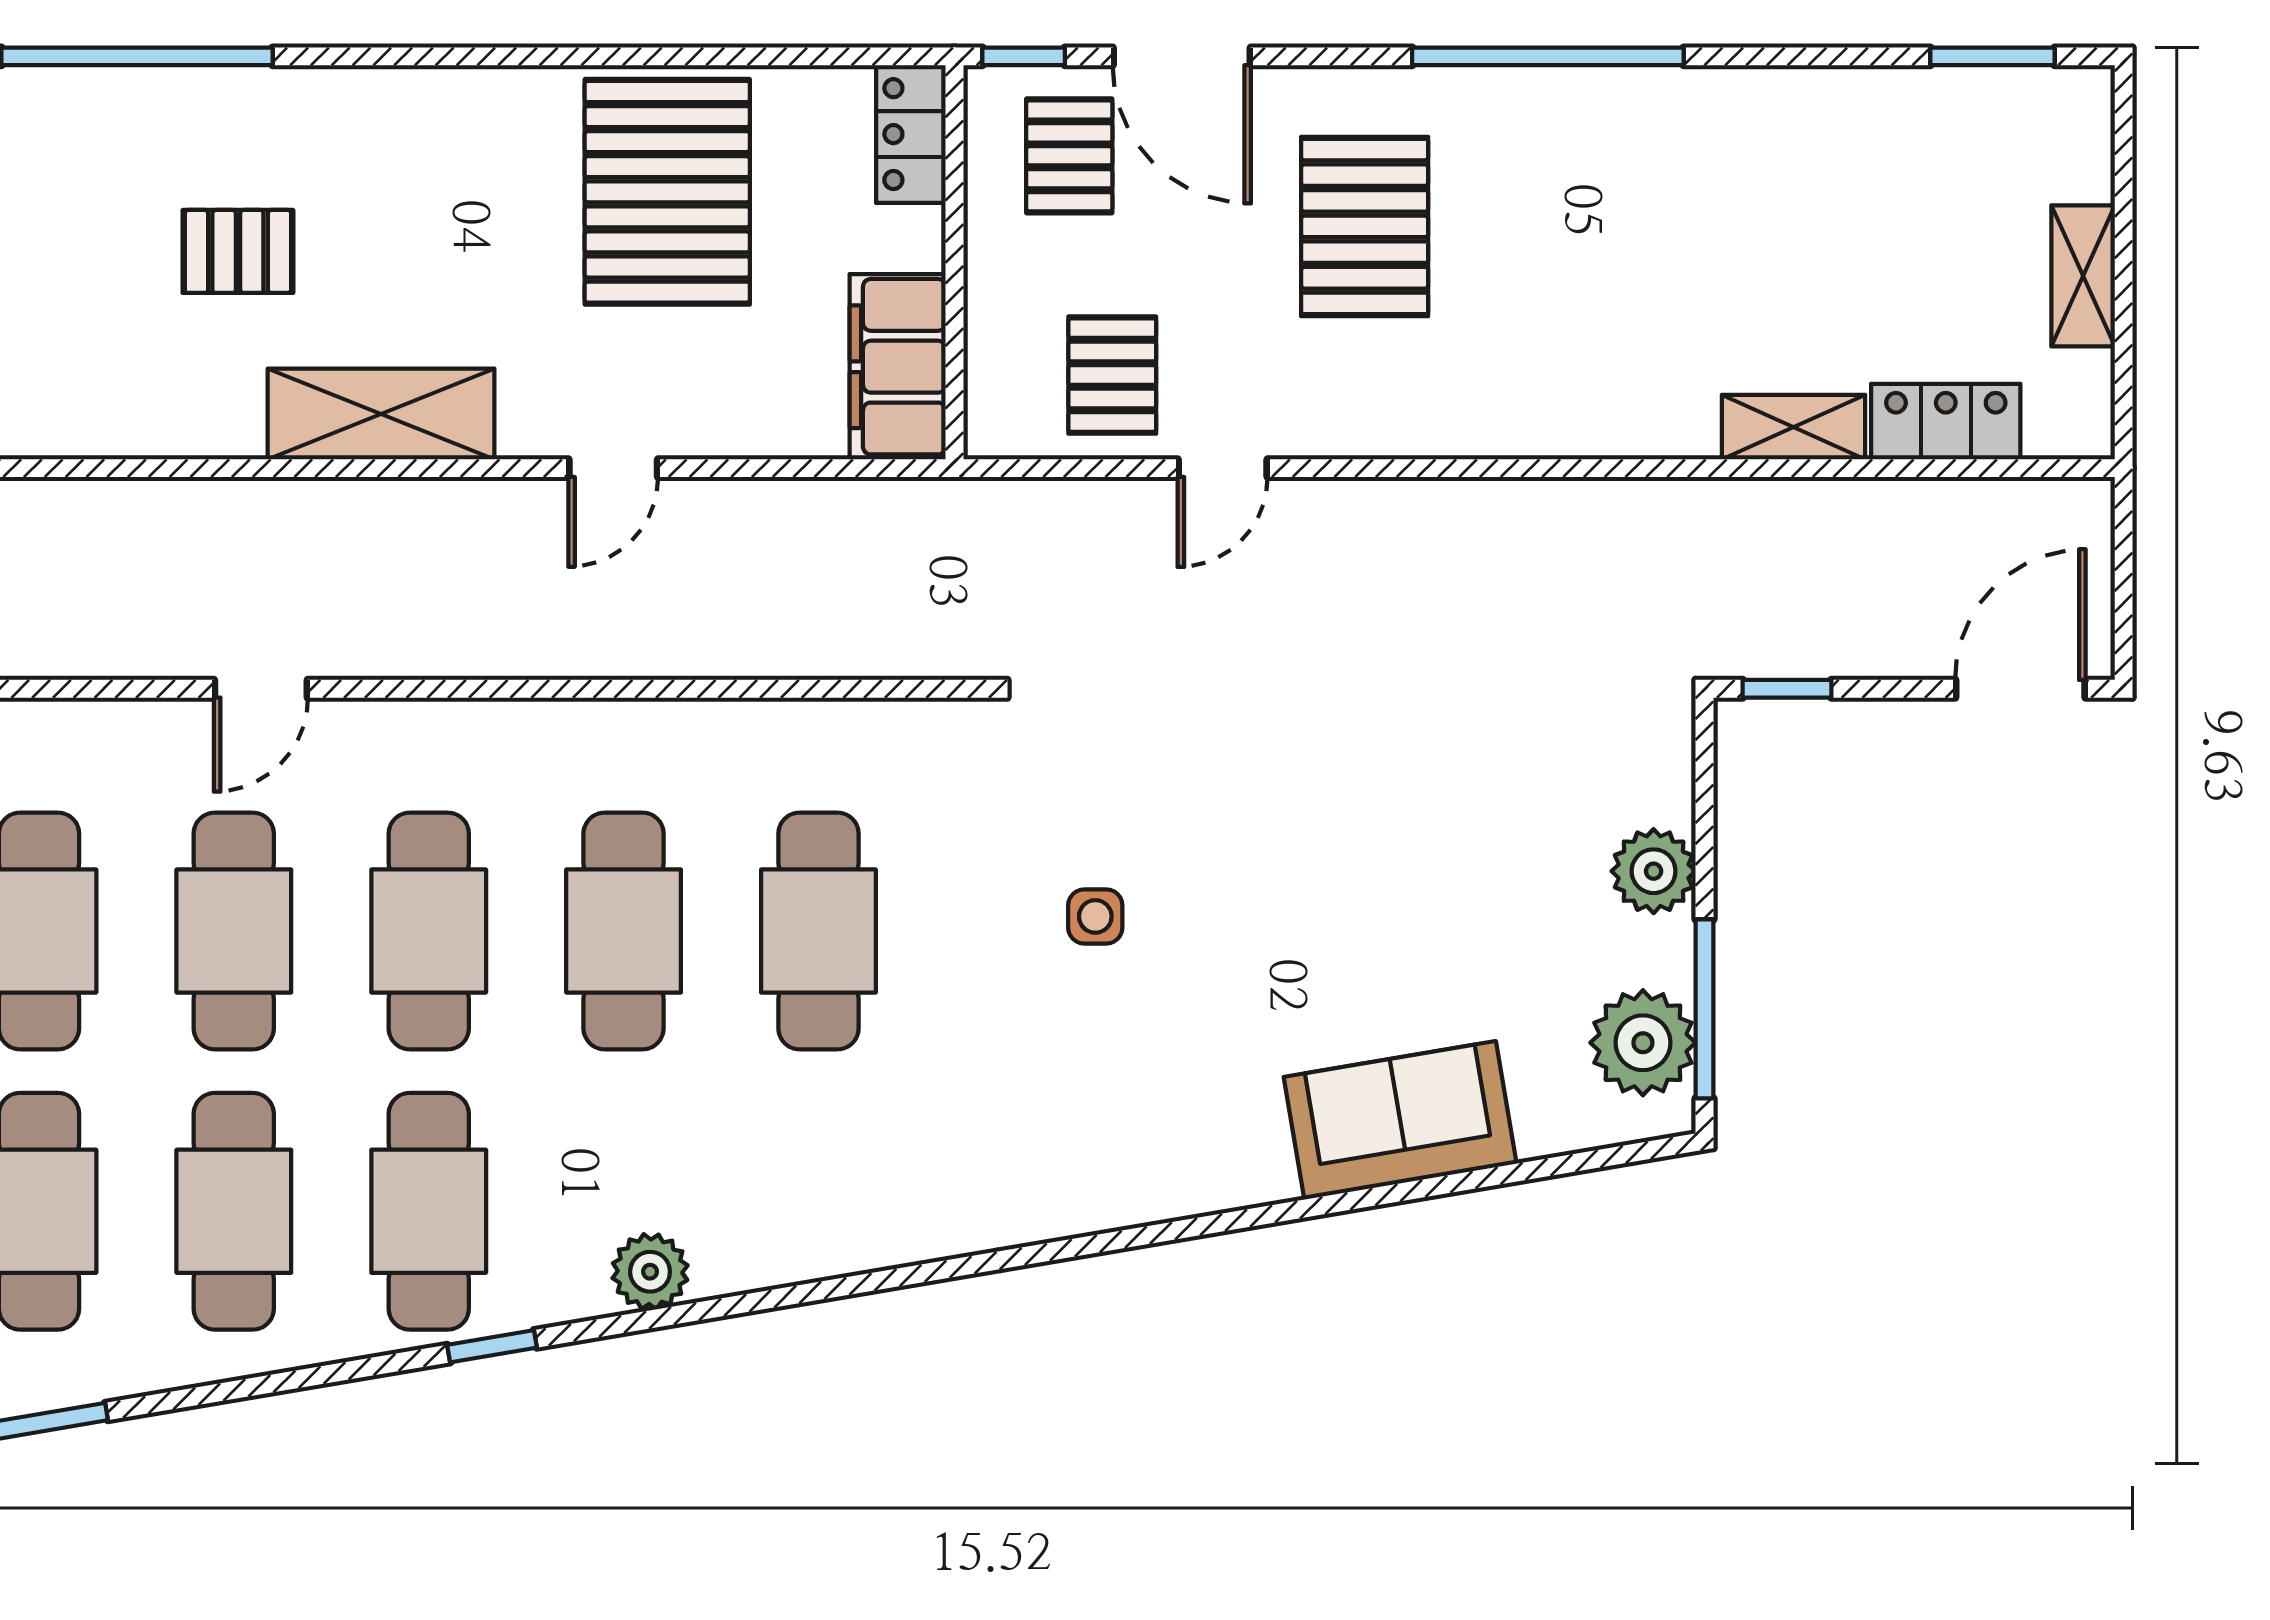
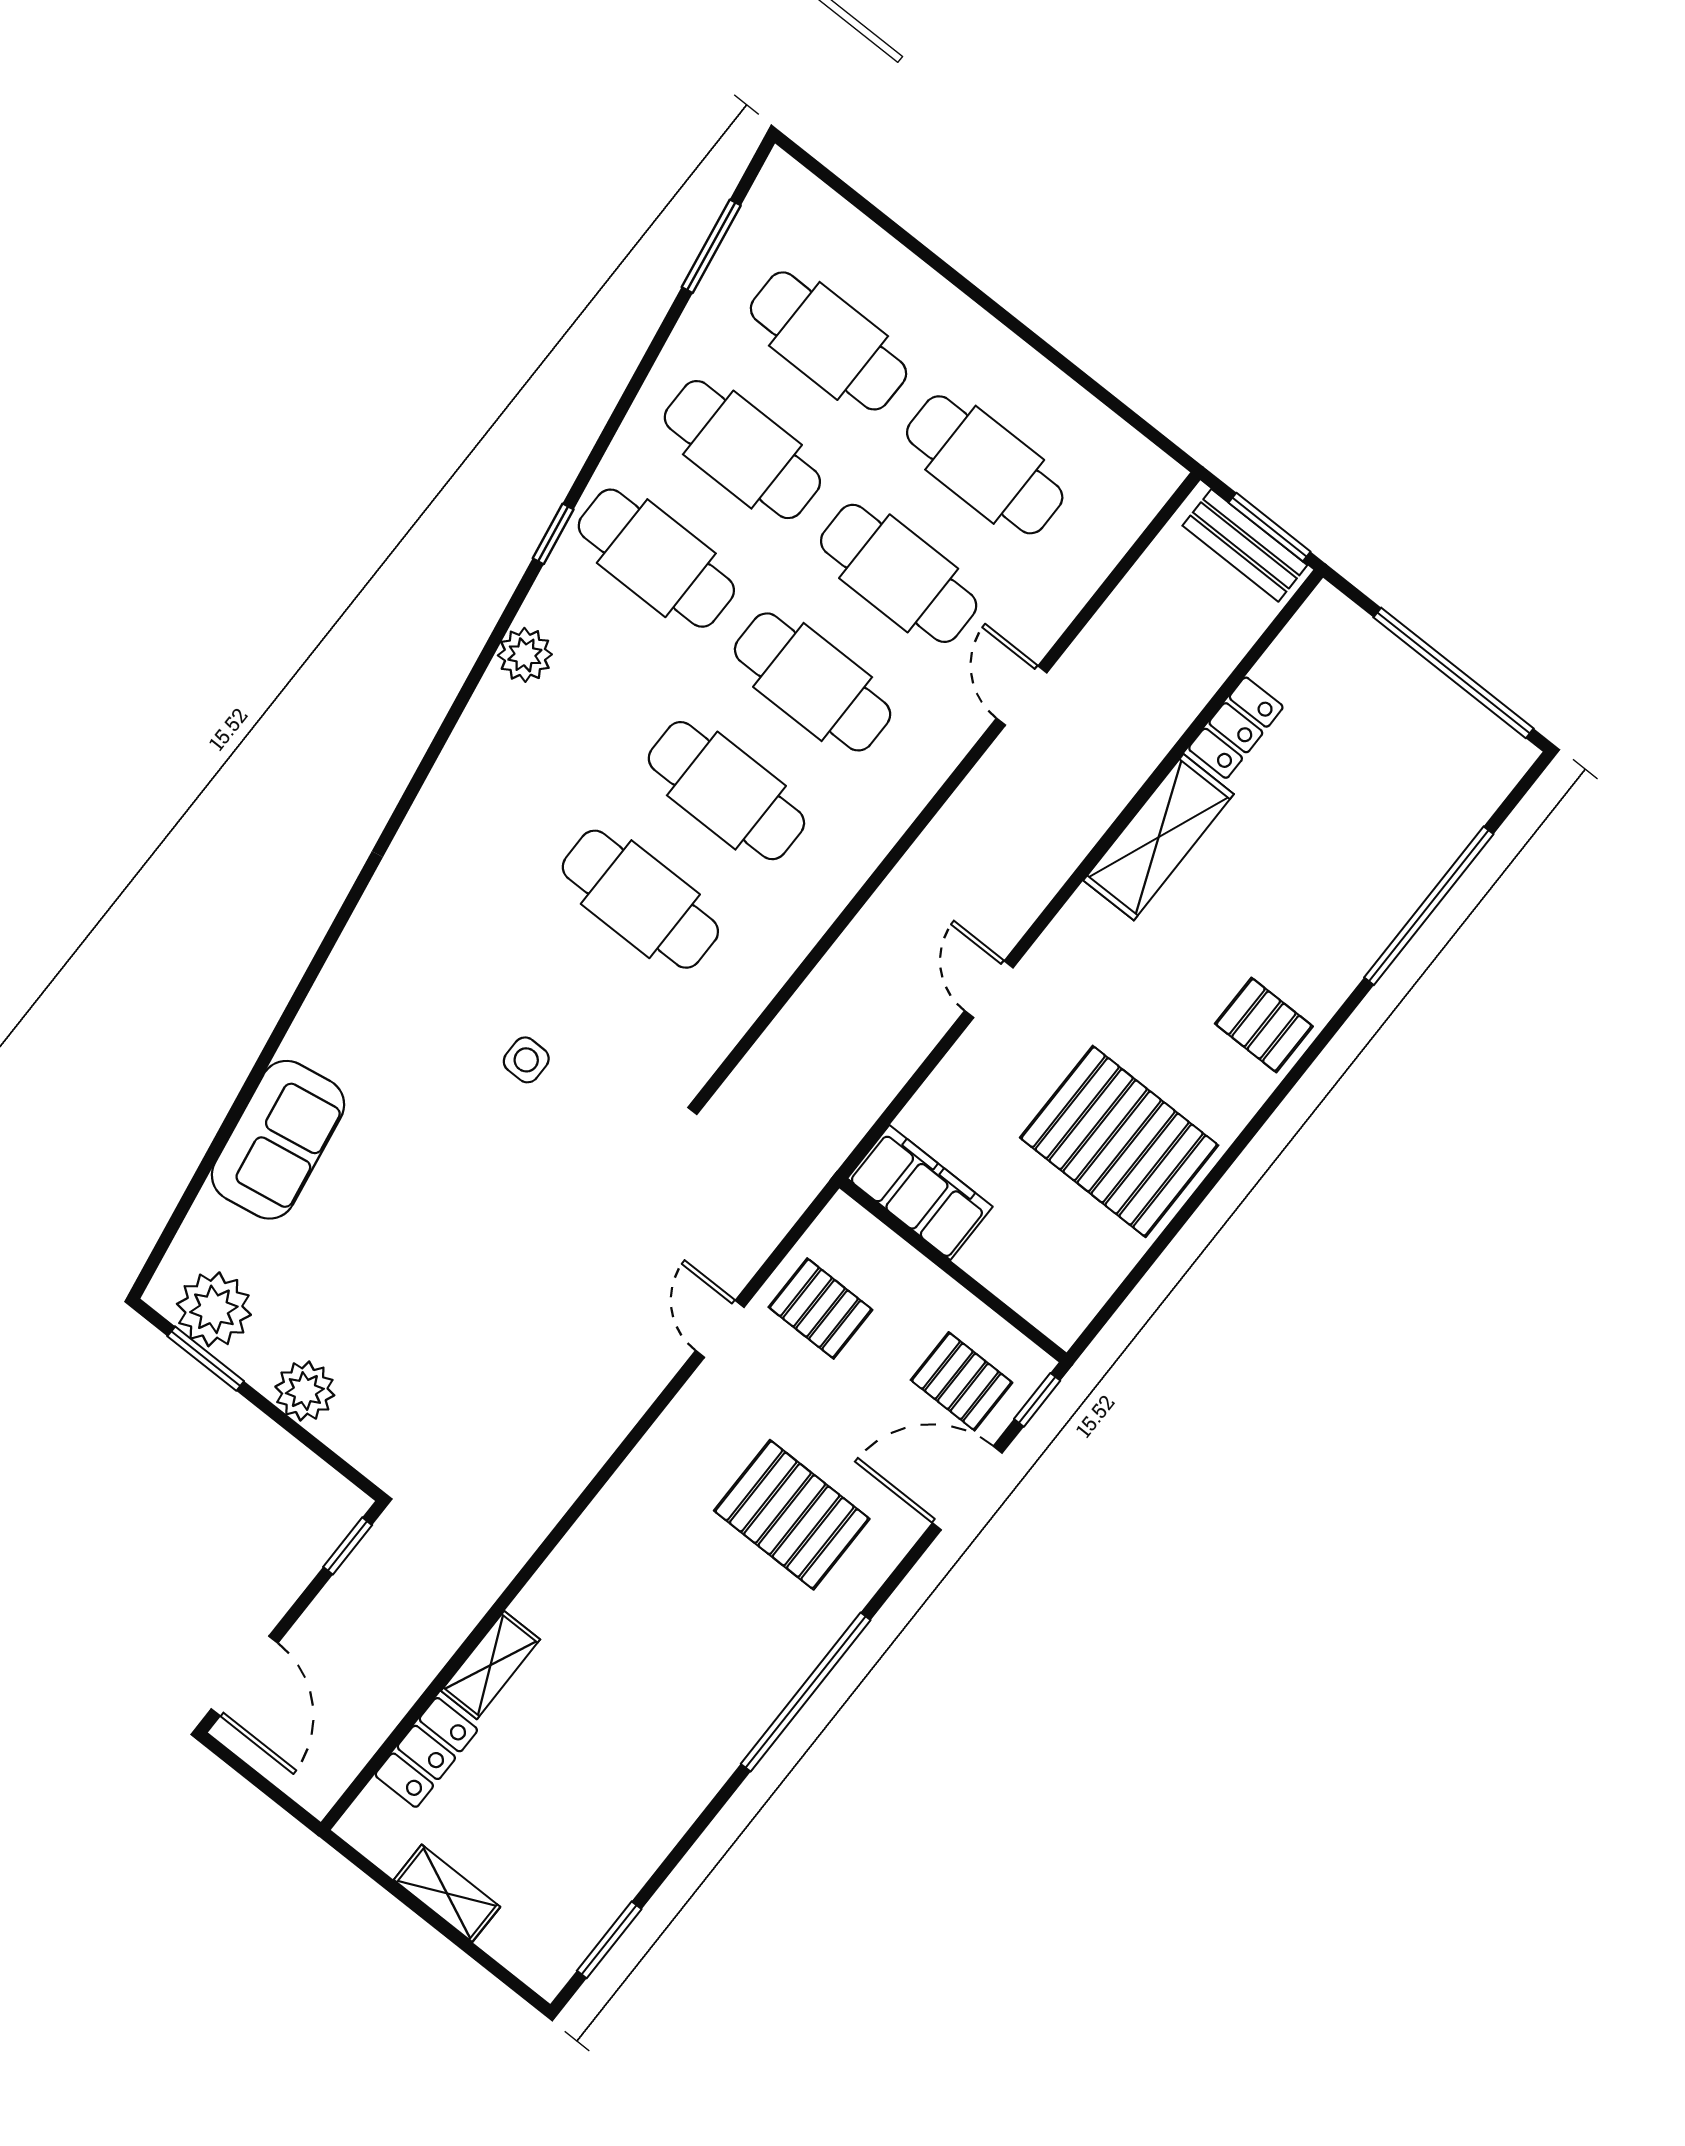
locker: (911, 134) -> (1236, 728), moved, turned 90
pallet: (238, 251) -> (1264, 1025), moved, turned 90
shelving: (381, 414) -> (1159, 837), moved
window: (1705, 1009) -> (206, 1359), width x0.69

